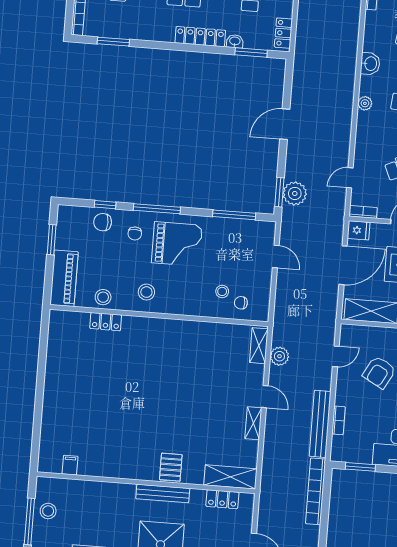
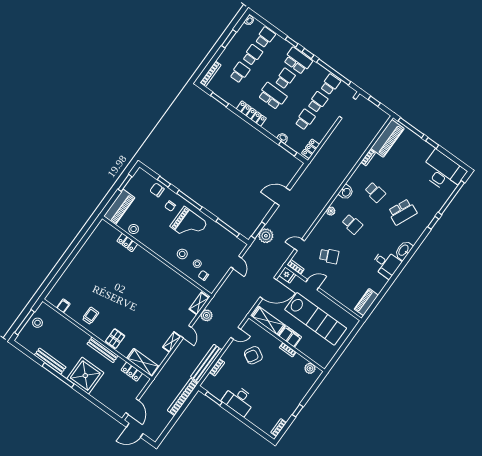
locker: (200, 37) -> (251, 114), moved
stool: (146, 292) -> (182, 254), moved
trolley: (117, 456) -> (91, 316), added

